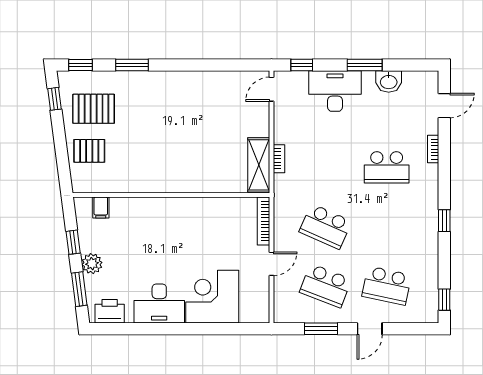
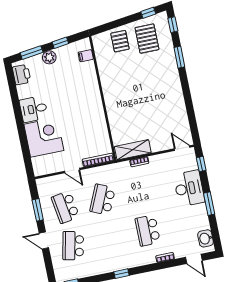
washbasin: (389, 81) -> (206, 238), moved
school desk: (326, 286) -> (65, 207), turned -30
desk: (159, 303) -> (34, 109), width x0.73

